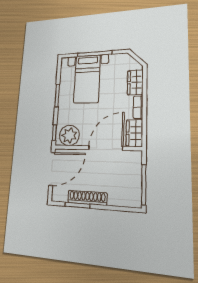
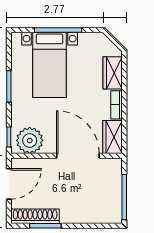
door: (106, 148) -> (78, 156), hinge flipped
door: (52, 169) -> (9, 184), width x0.73
shoe rack: (87, 198) -> (35, 216), moved

